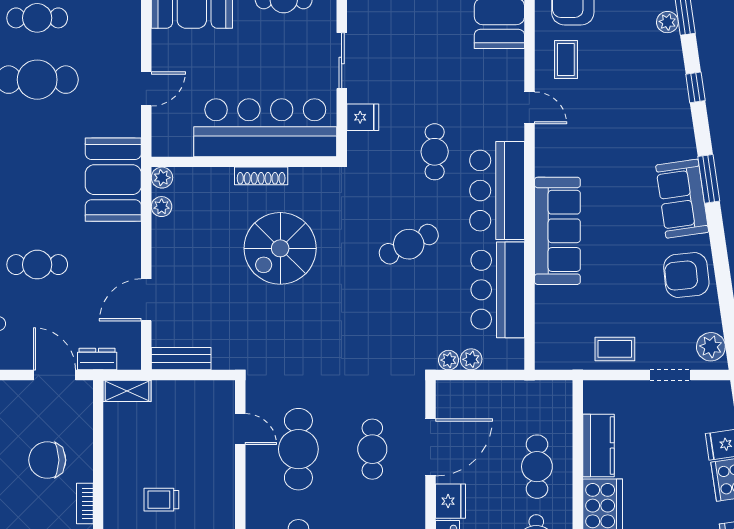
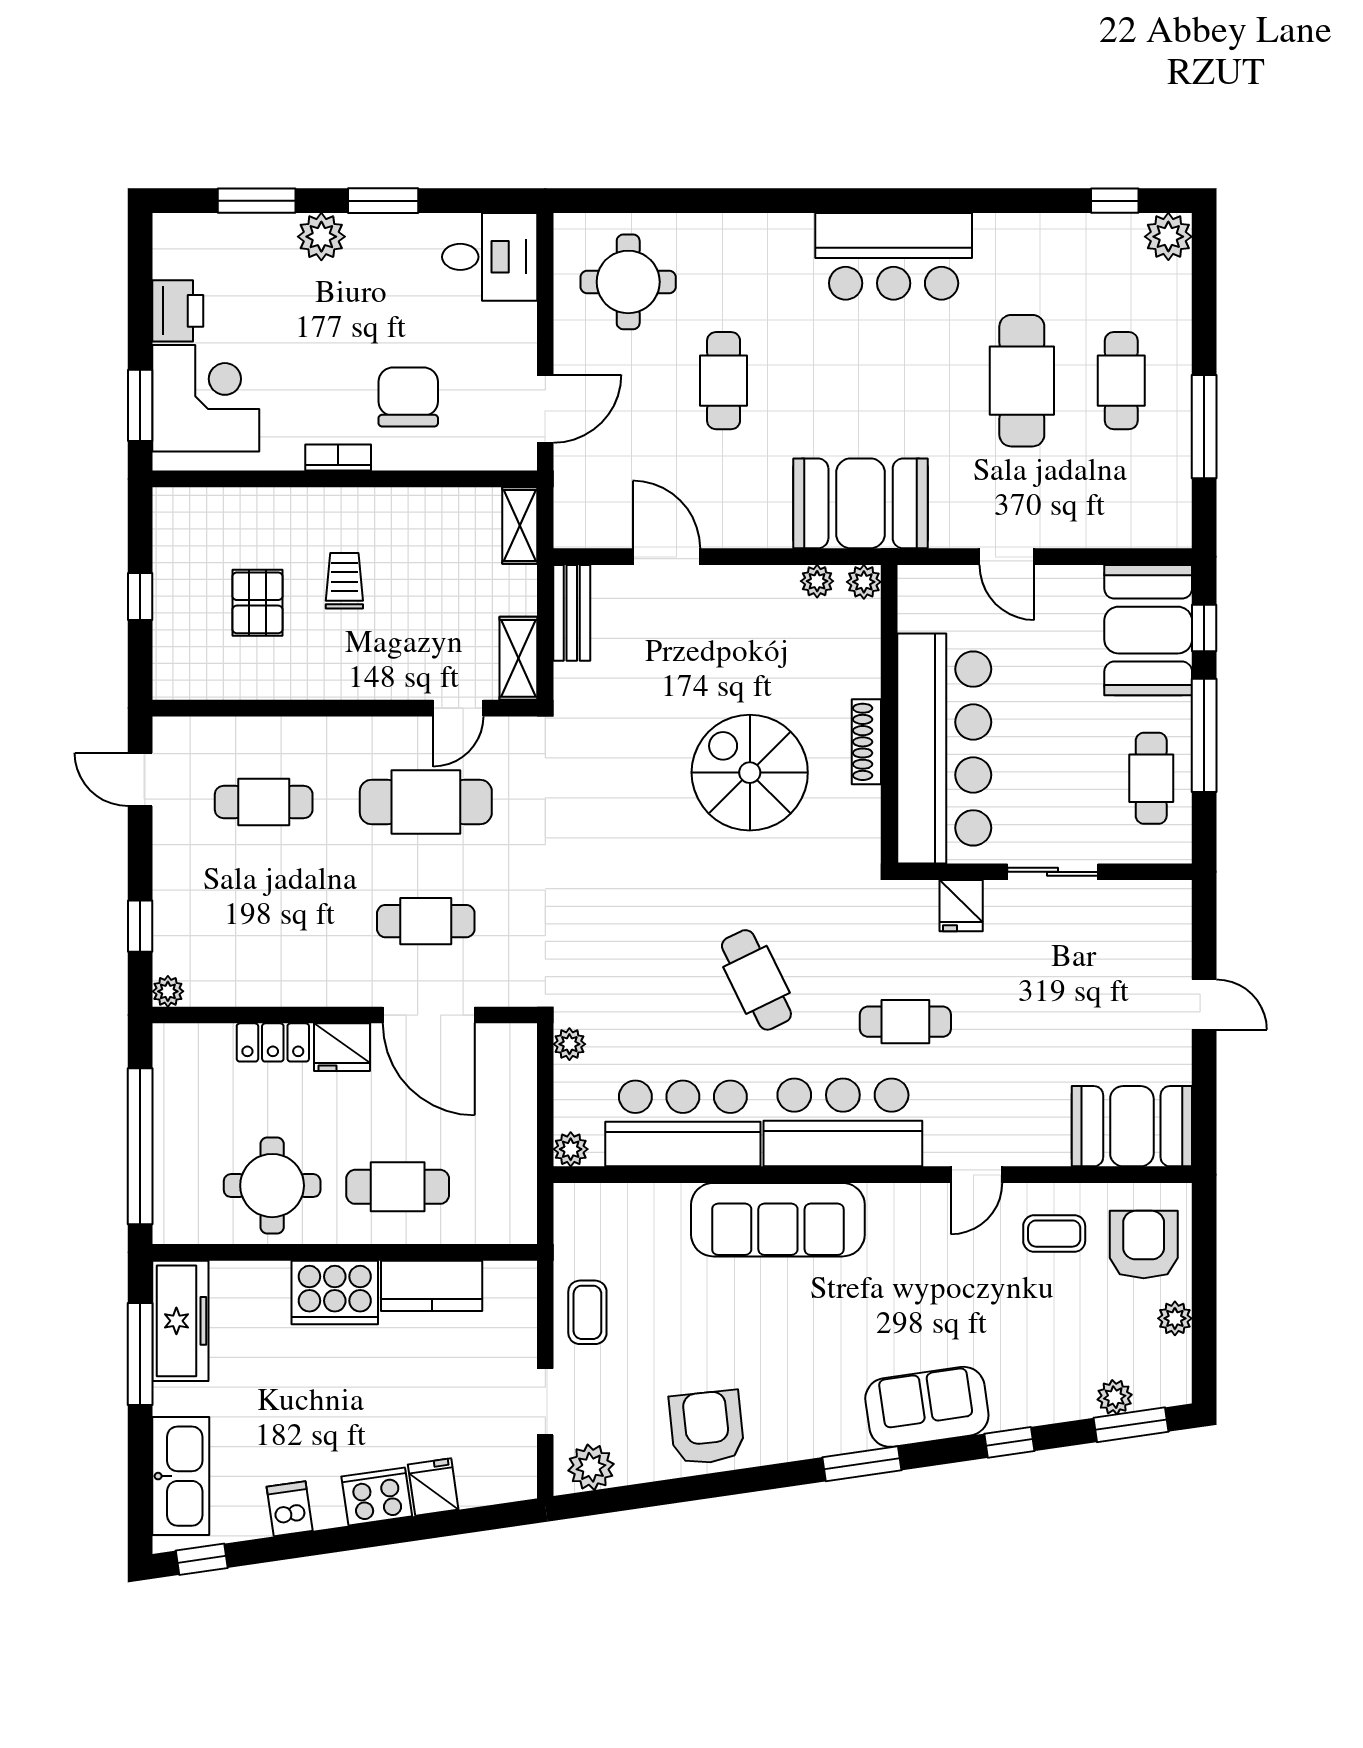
sofa: (682, 199) -> (927, 1407), moved
dresser: (97, 359) -> (571, 477), removed
plant: (471, 359) -> (571, 1149), moved
shelving: (209, 392) -> (518, 658), added

